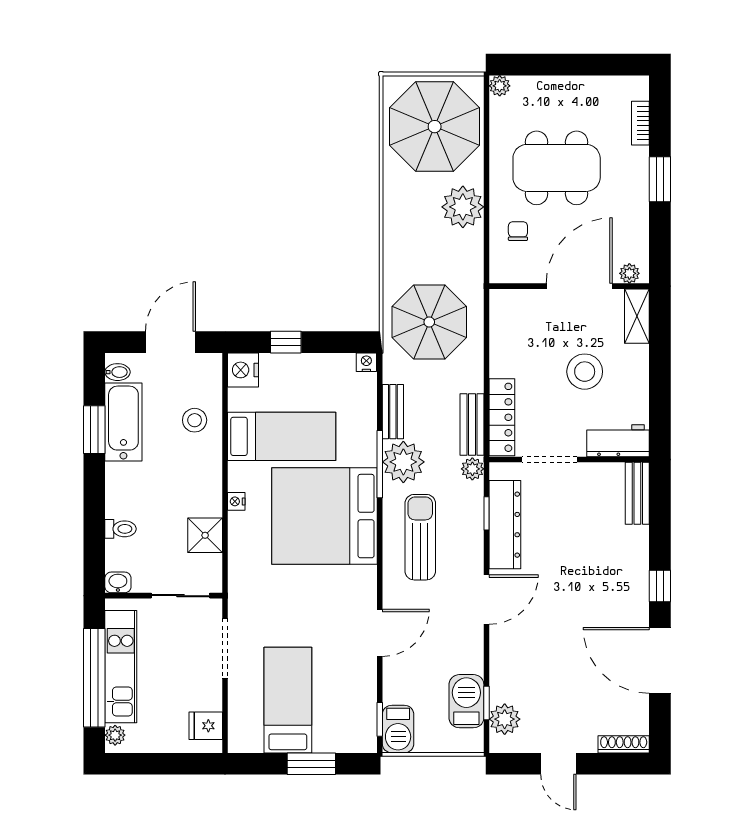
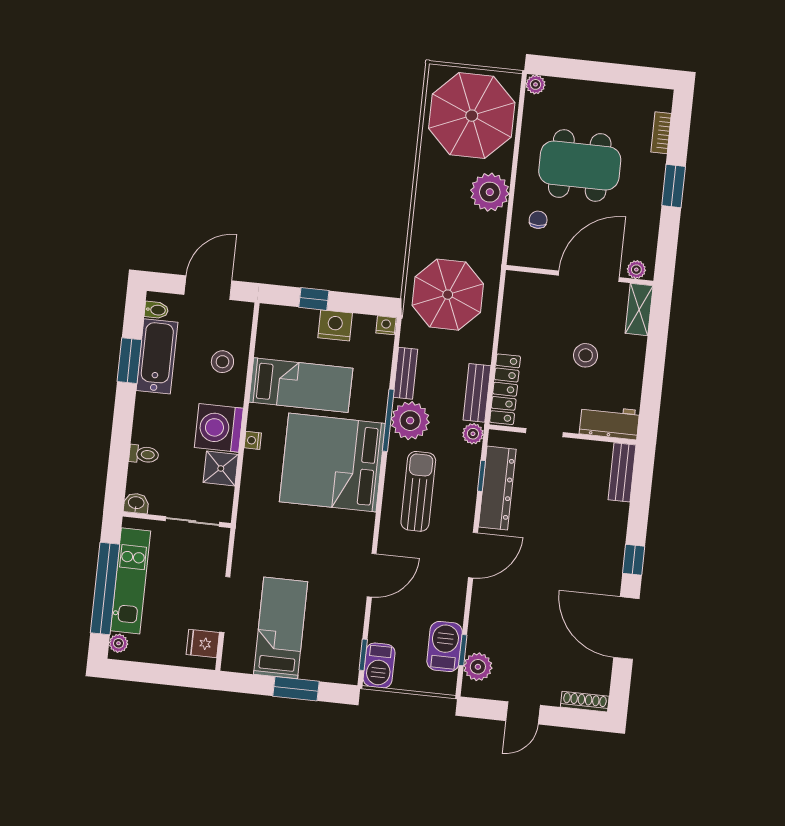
nightstand: (243, 370) -> (335, 325), moved, turned 90
stool: (585, 372) -> (586, 355), width x0.73, depth x0.73
doorway: (549, 460) -> (545, 433), width x0.73
washing machine: (198, 492) -> (219, 428), added
doorway: (225, 648) -> (225, 604), moved
door: (558, 764) -> (523, 713), hinge flipped

